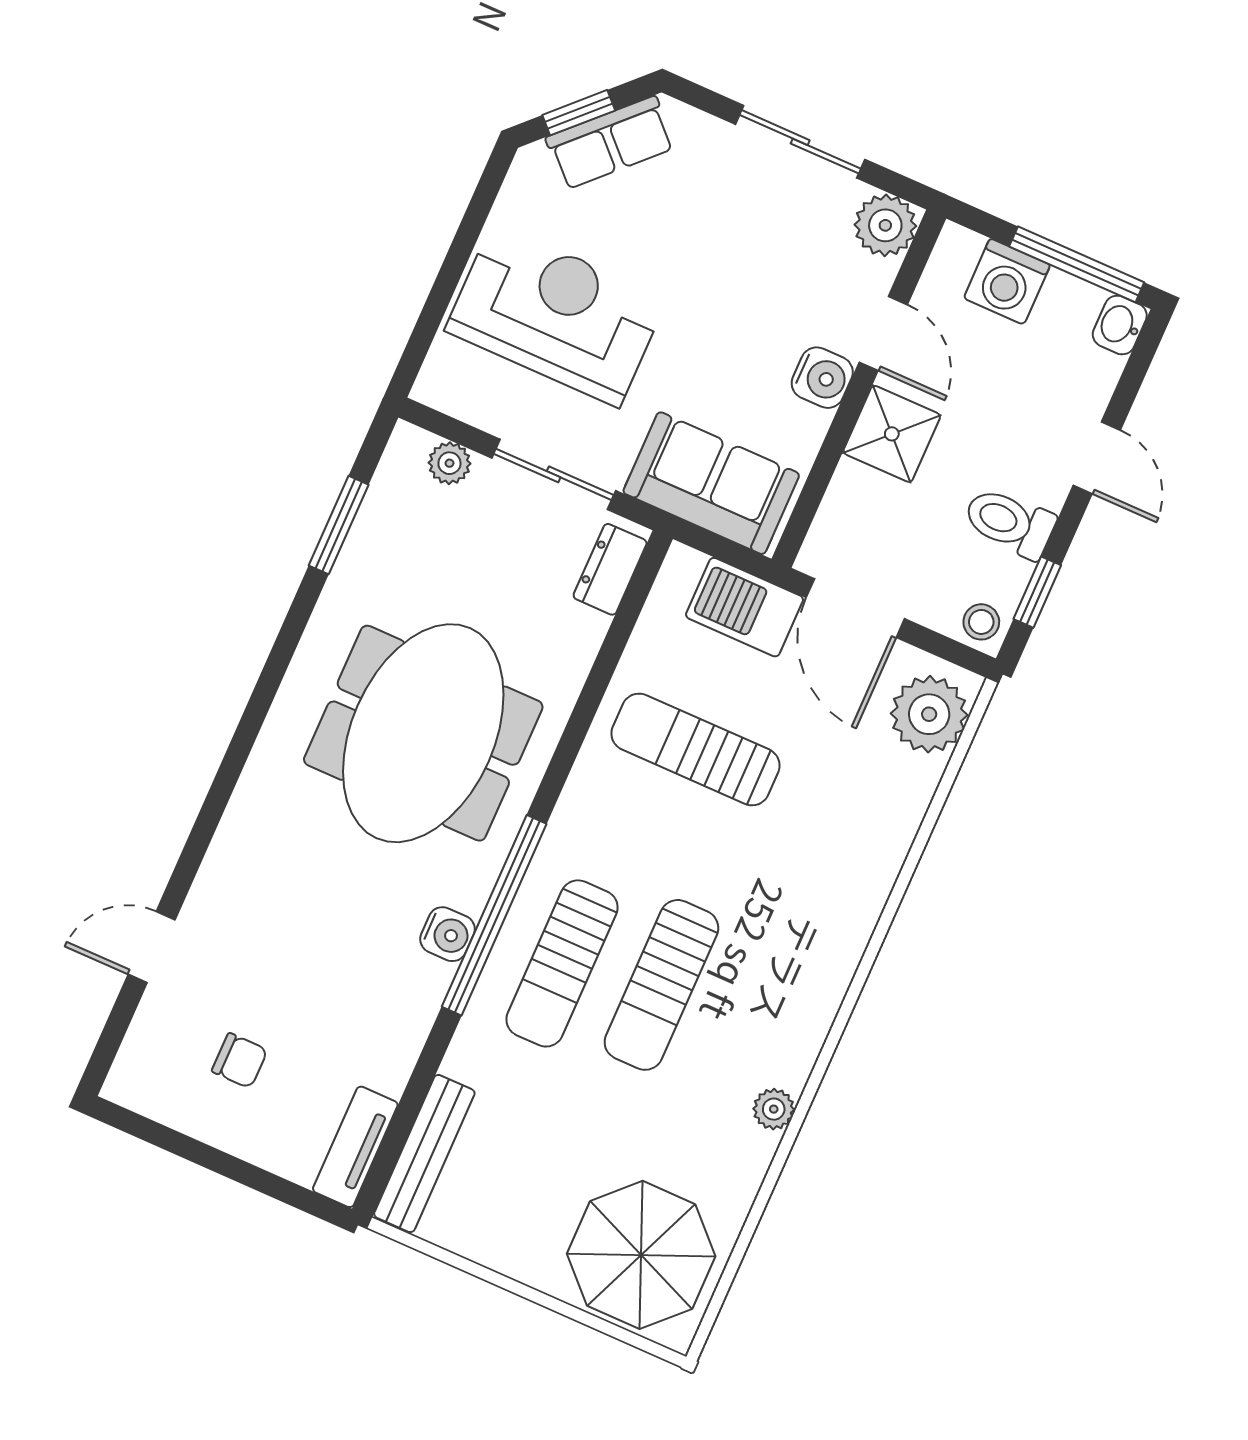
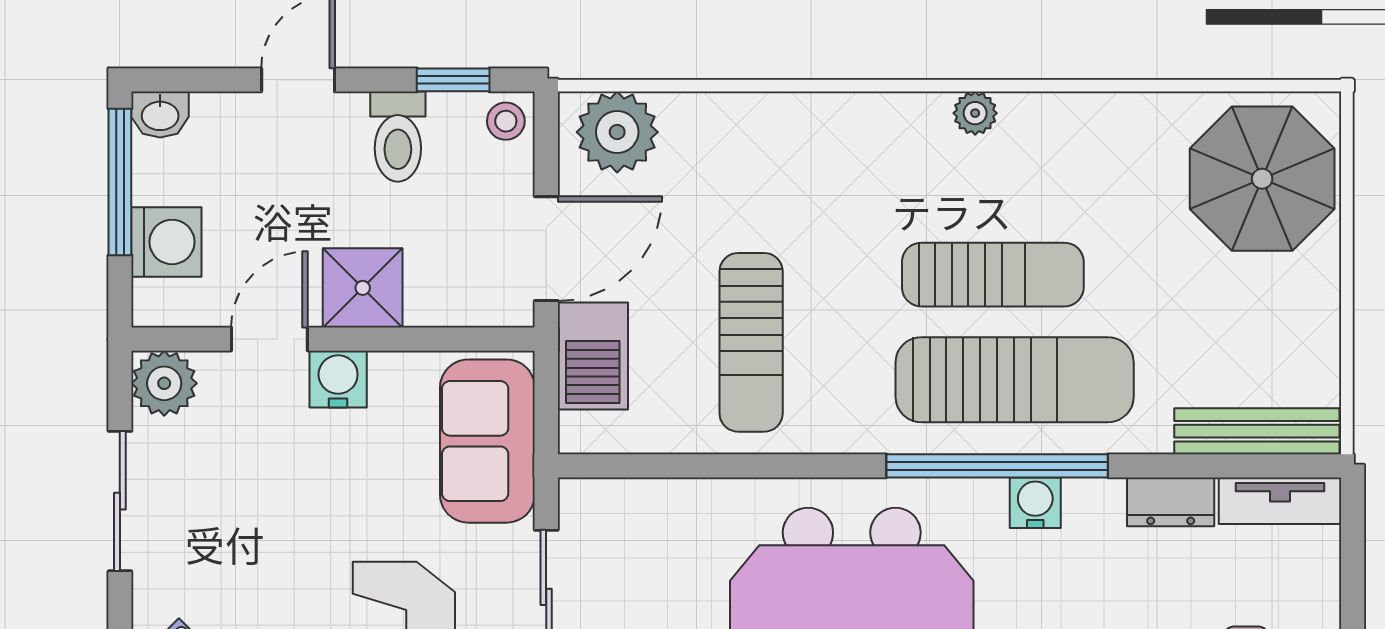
dresser: (610, 569) -> (1171, 502), moved
sun lounger: (562, 963) -> (1015, 380), width x1.36, depth x1.34
plant: (774, 1109) -> (975, 113), moved

